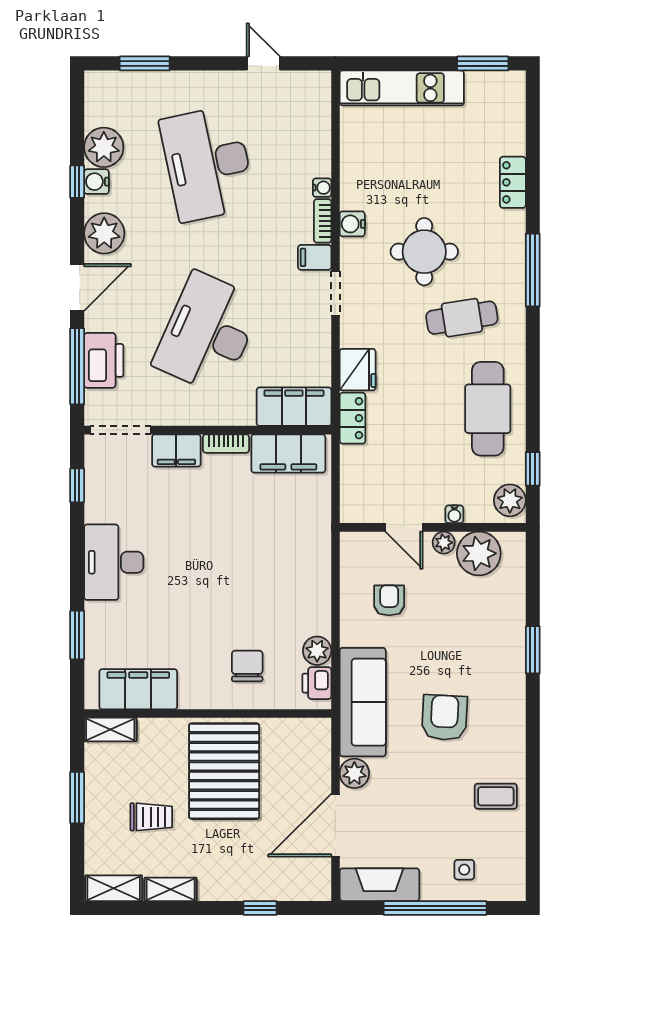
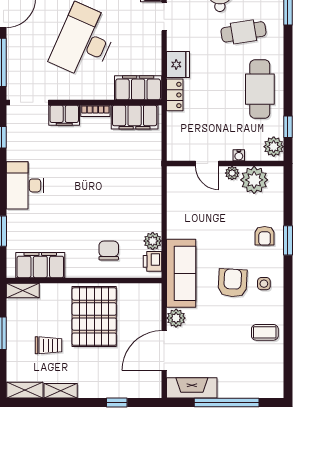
printer: (104, 360) -> (19, 59), removed
armchair: (389, 600) -> (265, 236), moved, turned 180
side table: (464, 870) -> (264, 284), moved

